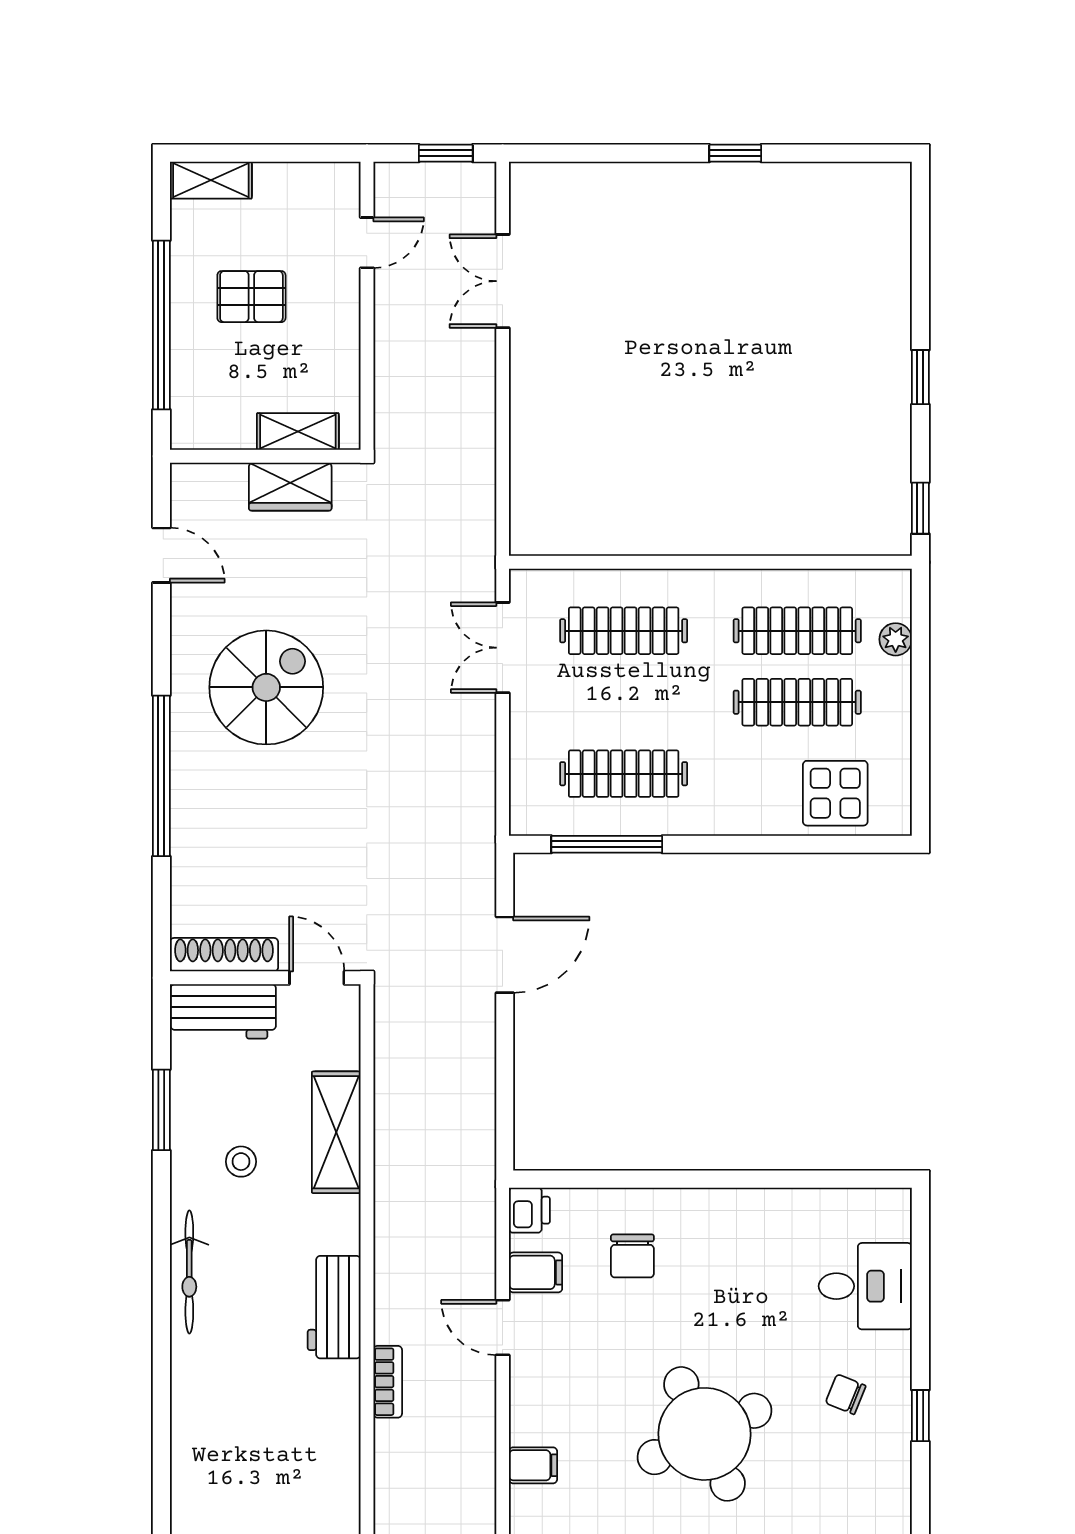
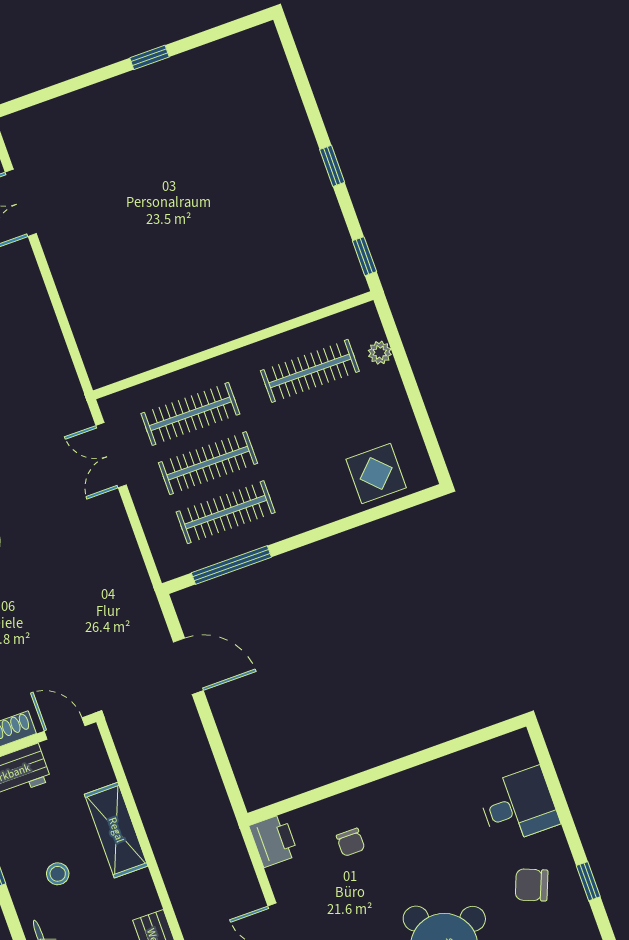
clothes rail: (797, 702) -> (208, 463), moved
door: (505, 955) -> (188, 666), hinge flipped
printer: (529, 1210) -> (274, 841), width x1.36, depth x1.24
chair: (632, 1256) -> (351, 842), width x0.73, depth x0.73
filing cabinet: (536, 1272) -> (288, 877), removed
chair: (846, 1394) -> (532, 885), width x1.37, depth x1.37

